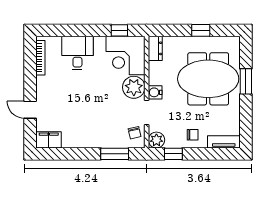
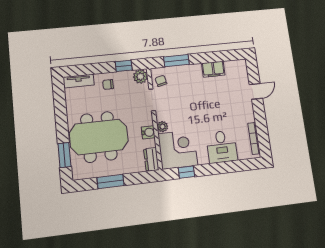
window: (201, 30) -> (110, 182), width x1.50
window: (246, 81) -> (64, 155), moved
plant: (134, 87) -> (163, 127), width x0.53, depth x0.53
water cooler: (155, 92) -> (148, 132), moved
door: (30, 110) -> (256, 91), hinge flipped
filing cabinet: (49, 140) -> (213, 69), moved

